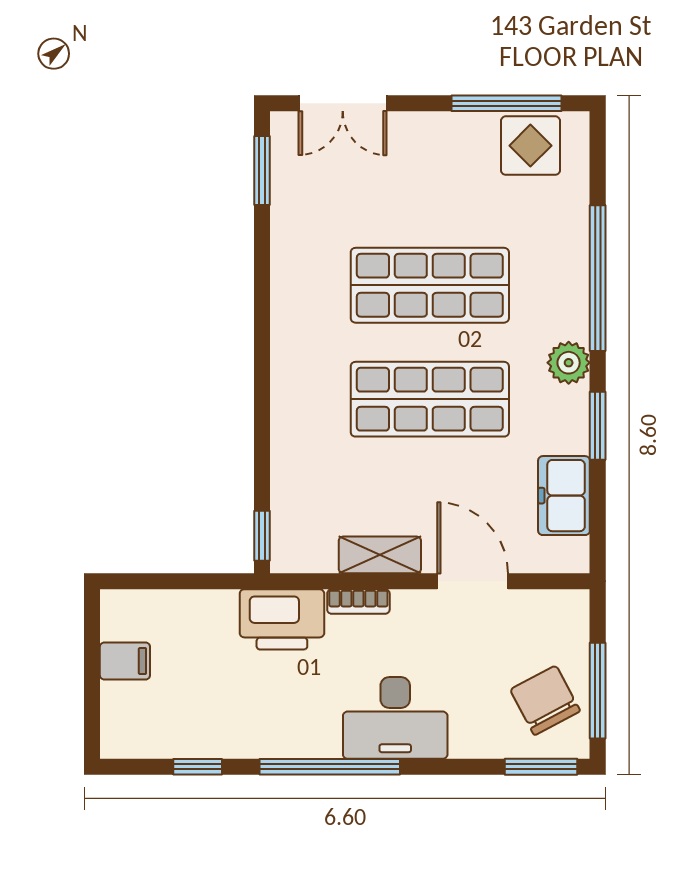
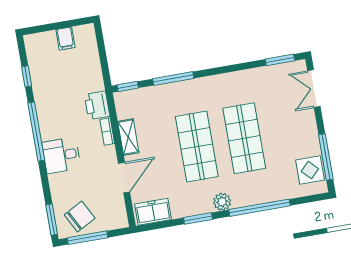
window: (262, 427) -> (173, 79), added
freezer: (564, 496) -> (153, 212), moved
printer: (282, 619) -> (97, 105), width x0.73, depth x0.84
desk: (395, 718) -> (61, 155), width x0.73

